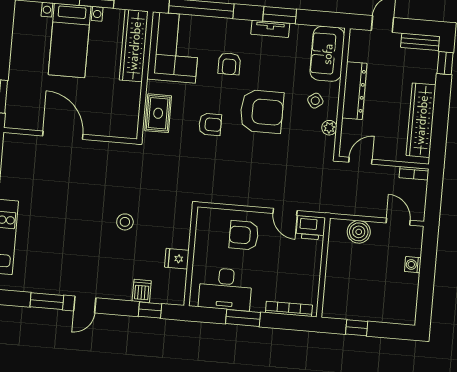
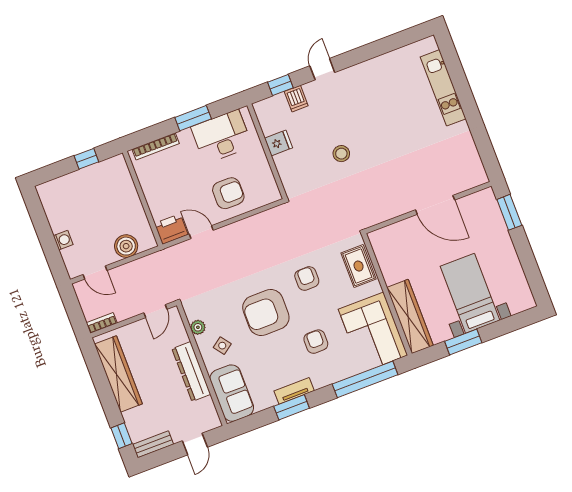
armchair: (210, 124) -> (307, 279), turned 90
window: (47, 301) -> (377, 48), removed
door: (85, 304) -> (322, 69), moved

